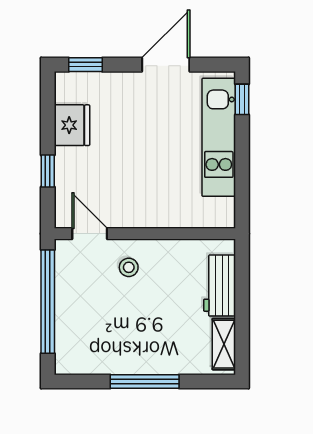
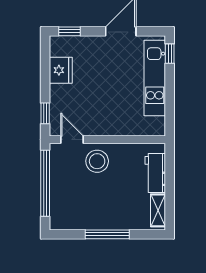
window: (48, 171) -> (45, 113), moved
stool: (129, 267) -> (97, 161), width x1.89, depth x1.89

